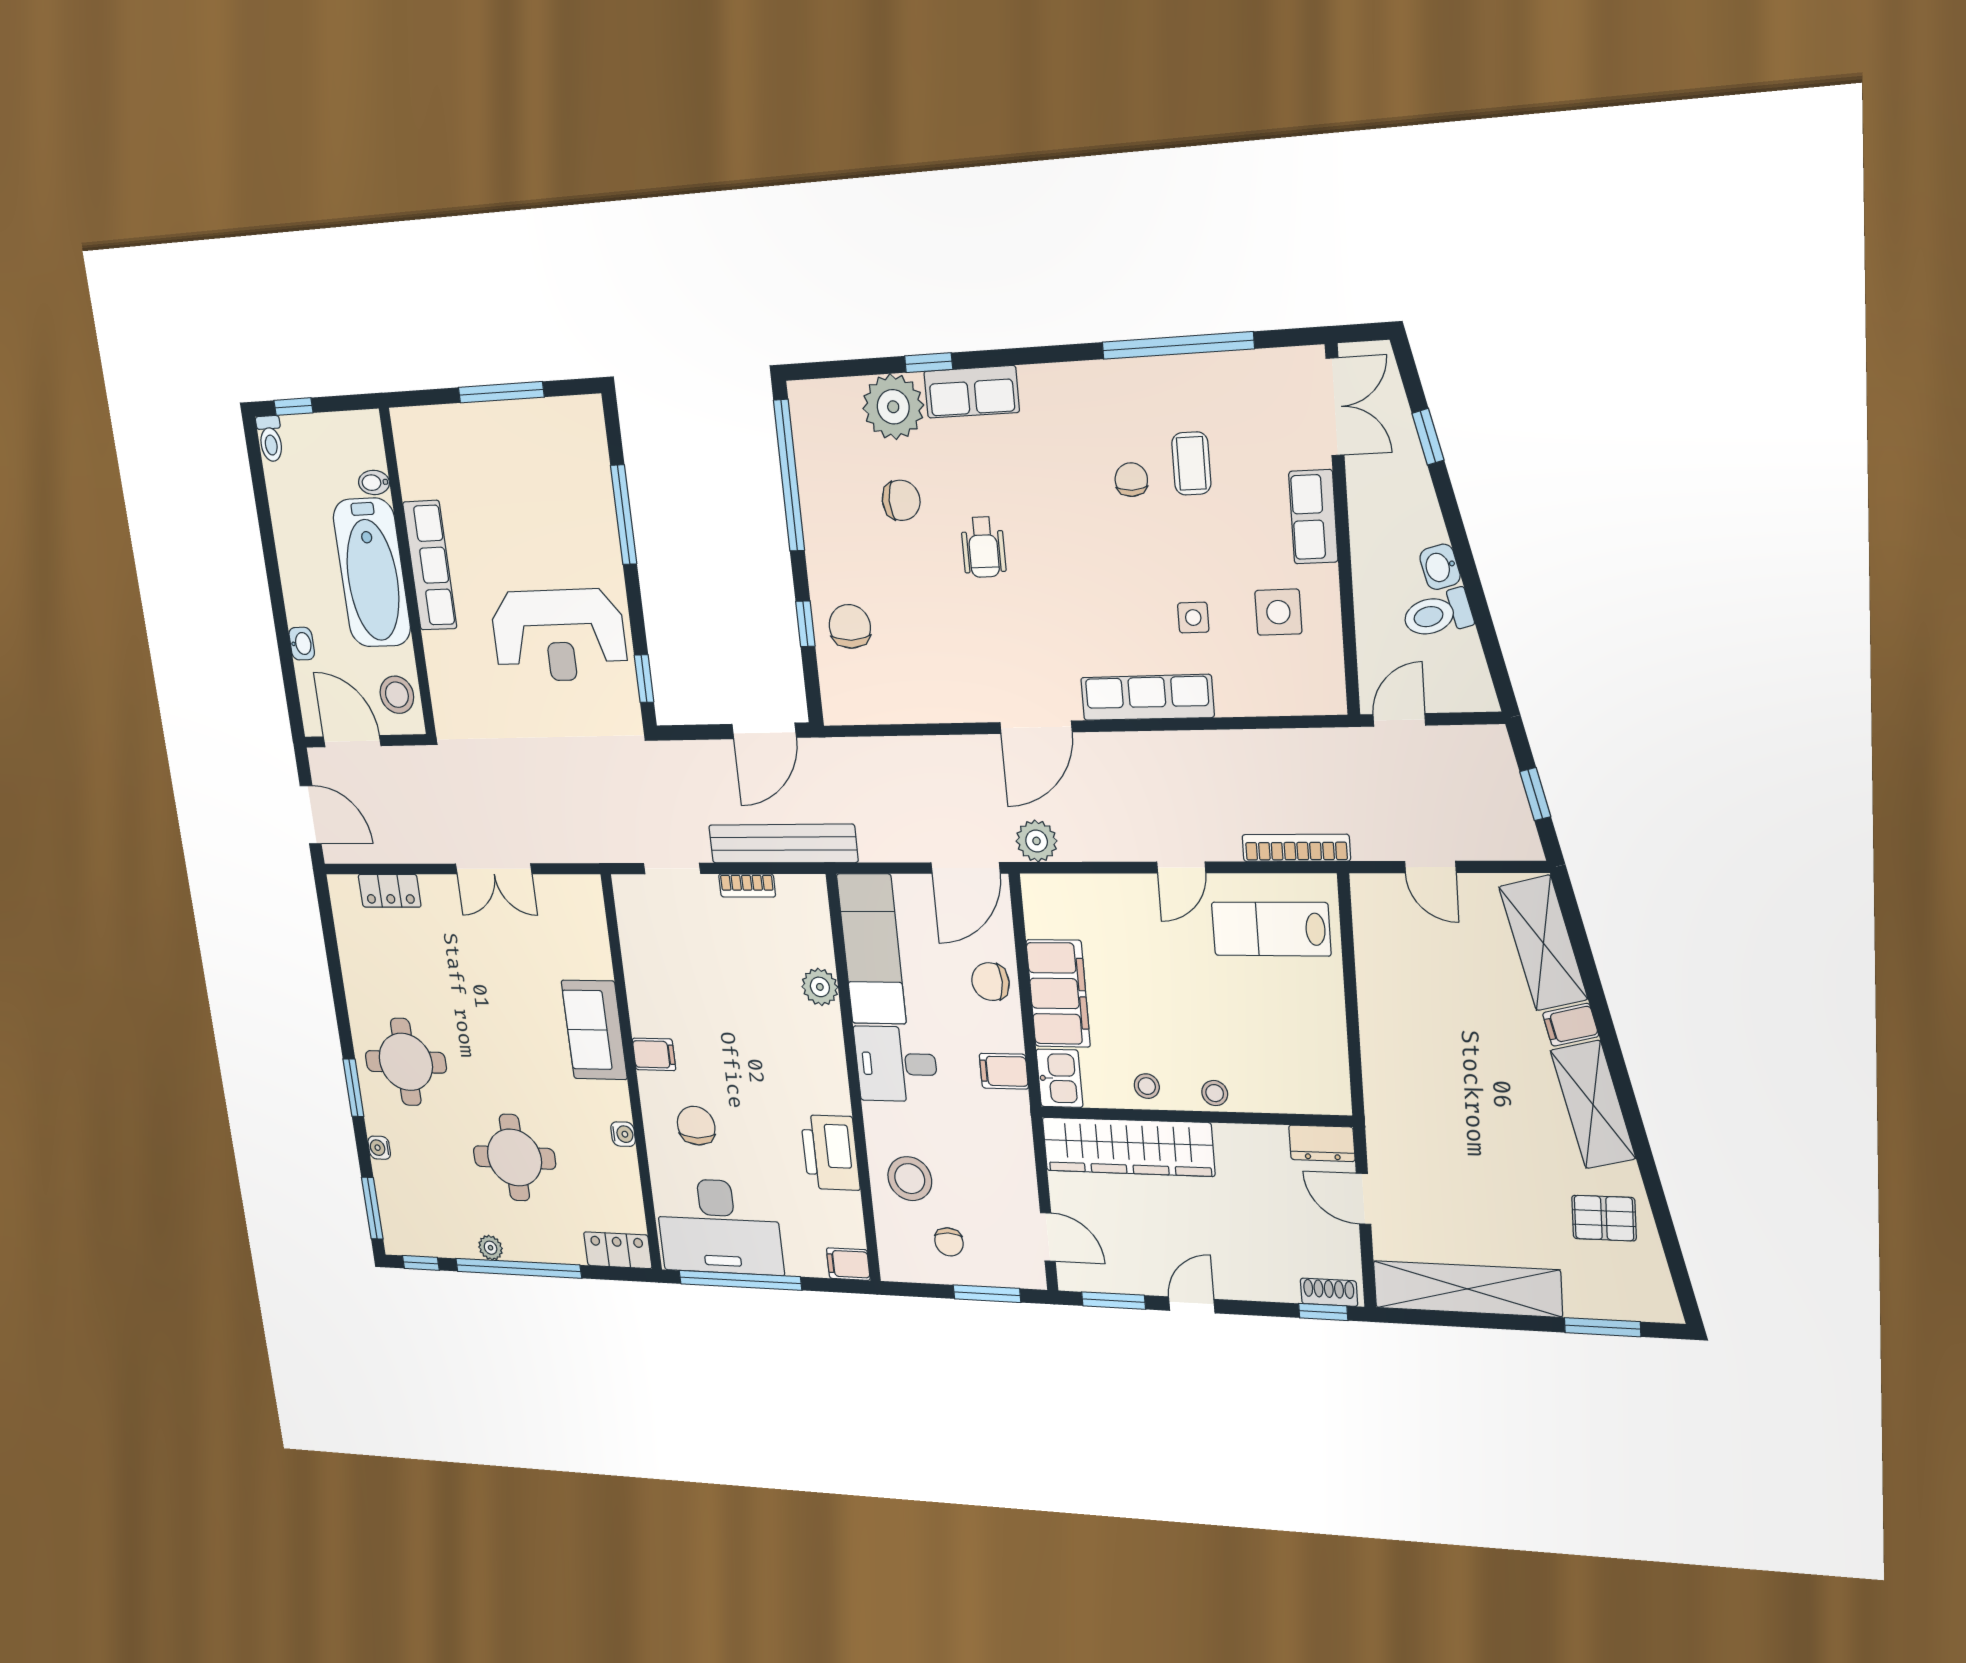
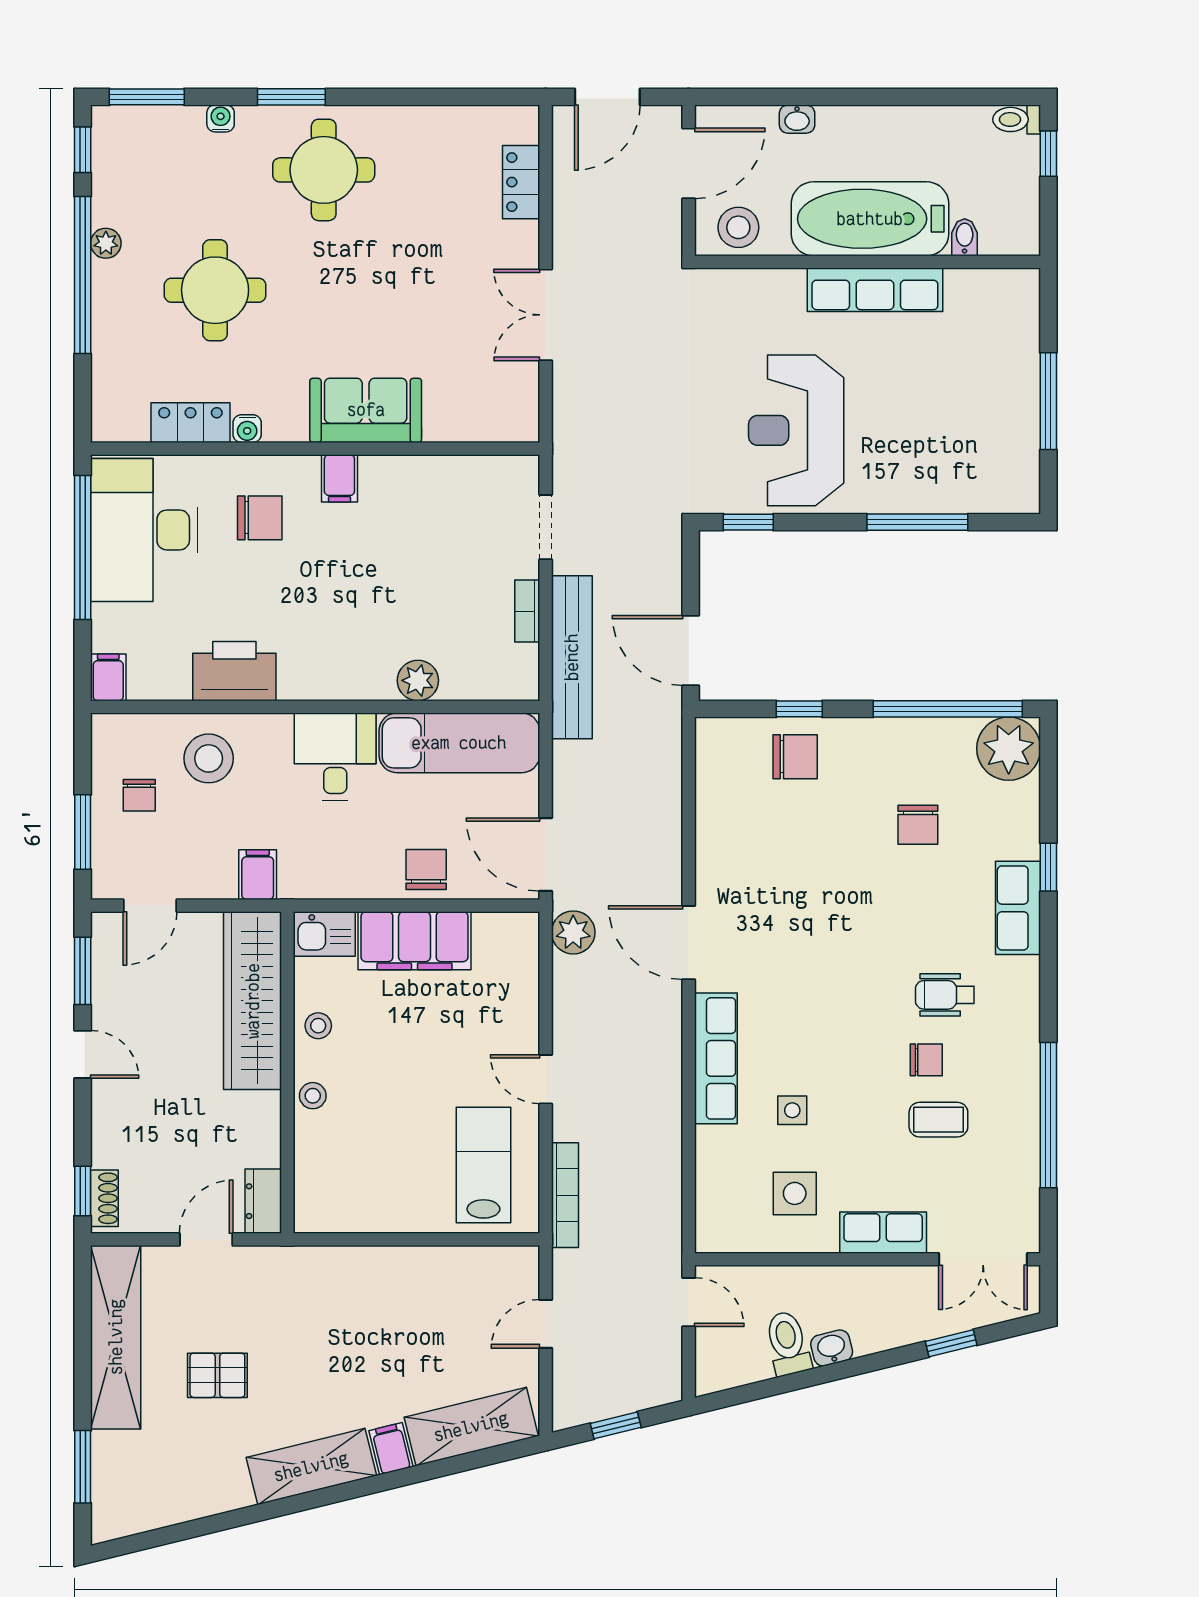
plant: (893, 407) -> (1009, 749), moved
wheelchair: (983, 547) -> (945, 995), moved
filing cabinet: (1004, 1071) -> (258, 875), moved
pallet: (1604, 1218) -> (217, 1375), moved, turned 90
chair: (949, 1242) -> (139, 795), turned -90
locker: (618, 1250) -> (190, 423), moved, turned -90

